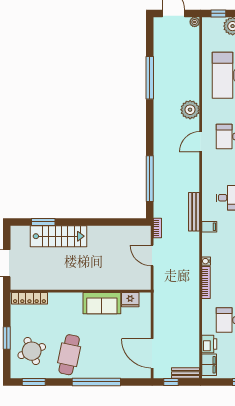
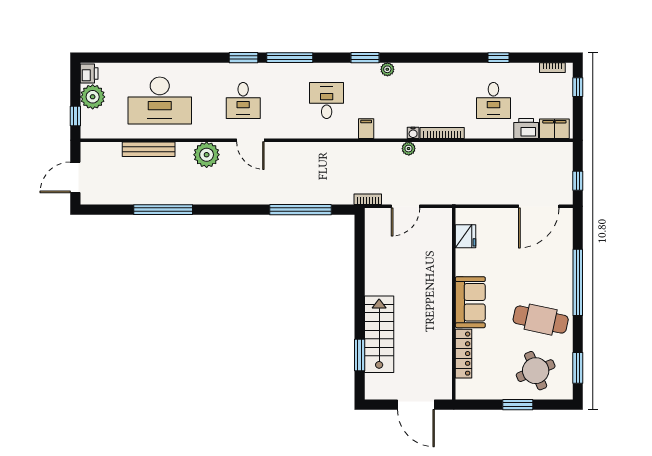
plant: (195, 22) -> (409, 149), moved
bench: (194, 212) -> (149, 149), moved
locker: (29, 298) -> (464, 354), moved
sofa: (102, 303) -> (470, 302), moved
bench: (186, 373) -> (566, 161), removed

